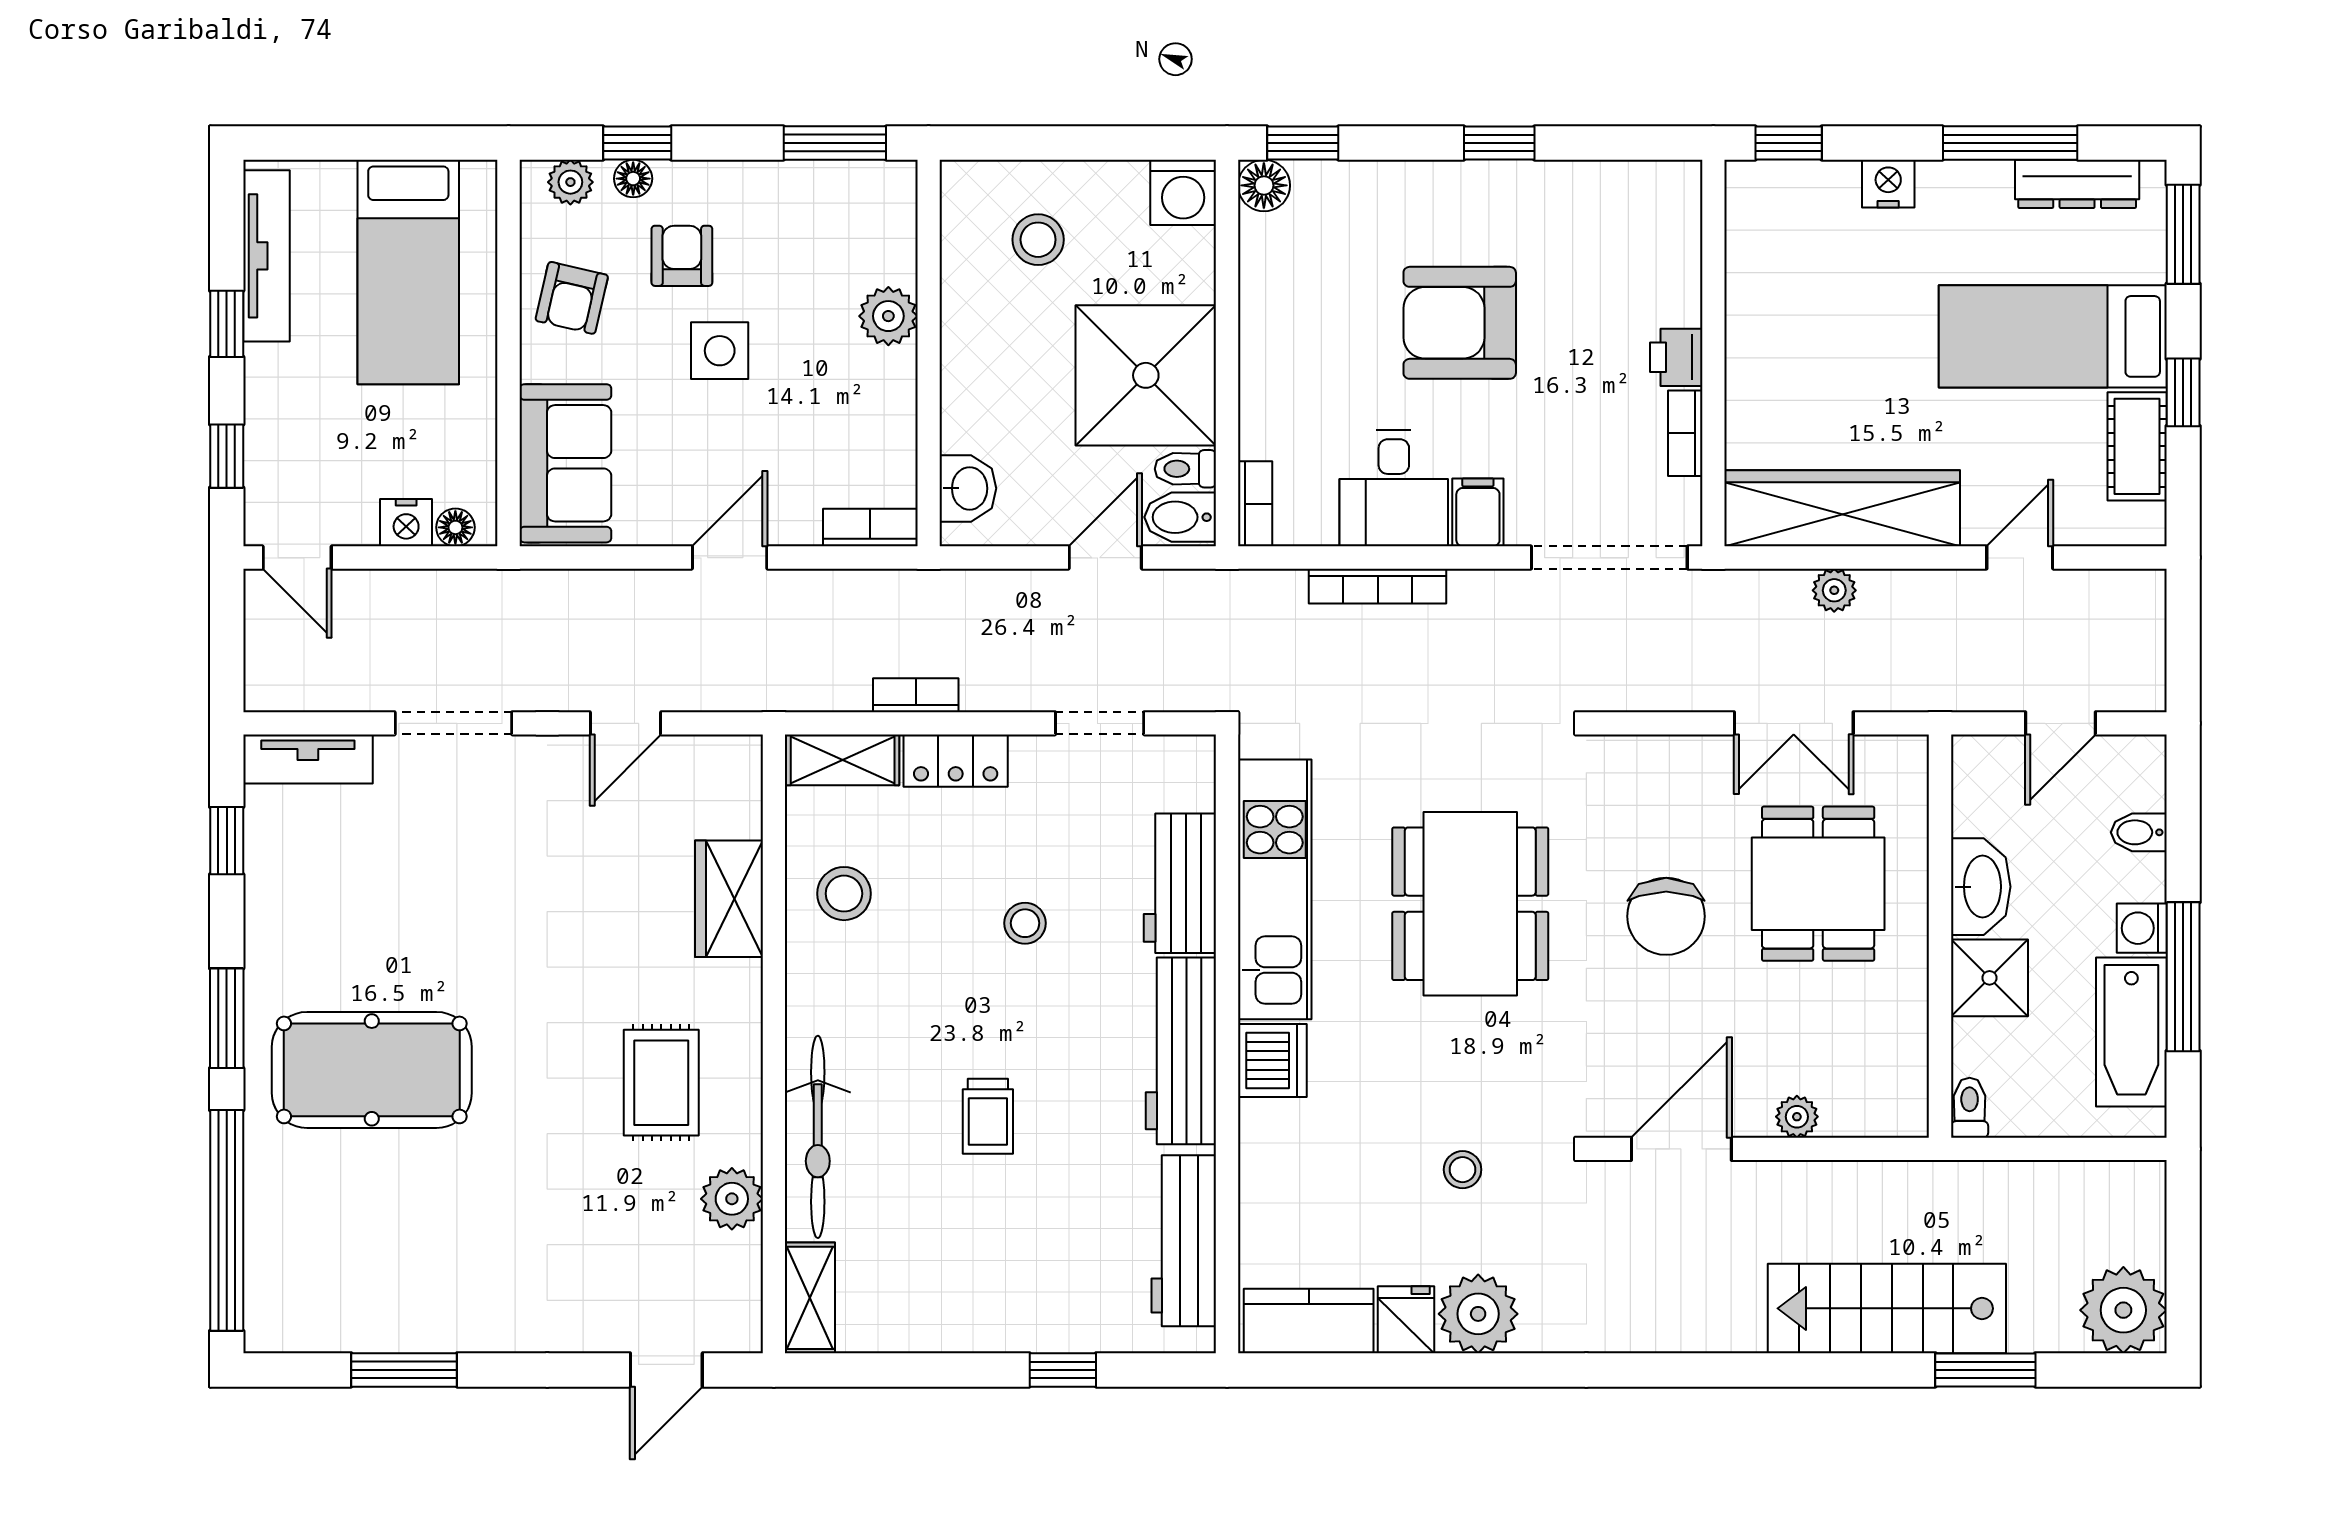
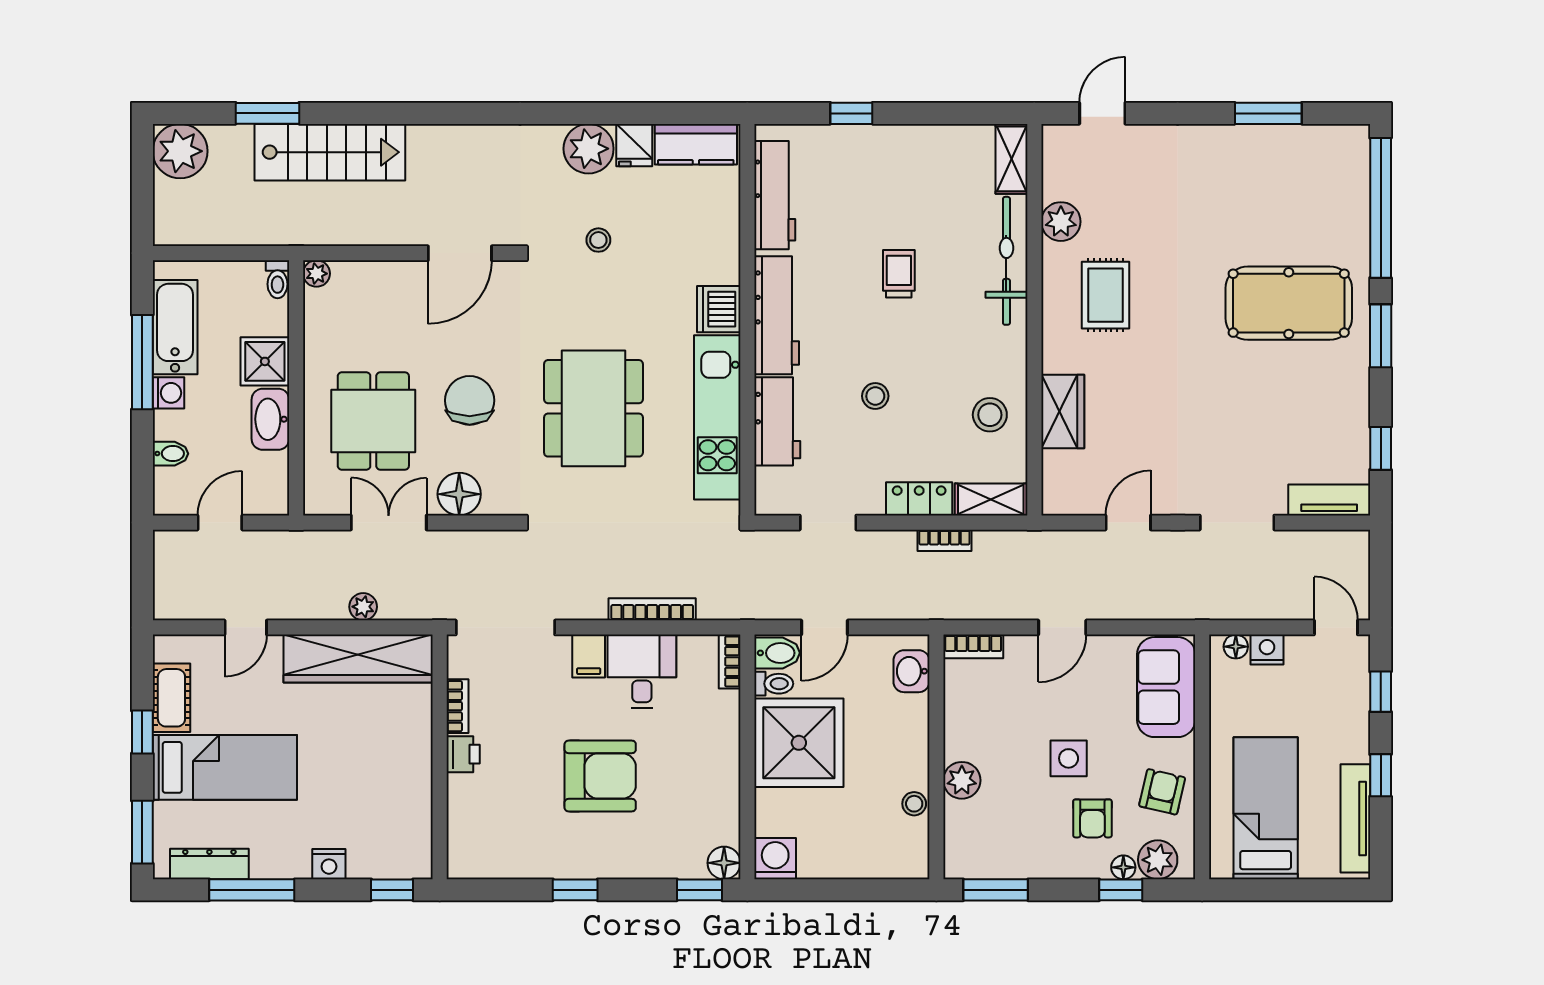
plant: (570, 182) -> (1158, 860), width x1.38, depth x1.38
stool: (1038, 240) -> (914, 804), moved, width x0.73, depth x0.73
floor lamp: (1682, 768) -> (459, 494), added
plant: (1797, 1117) -> (317, 274), moved

